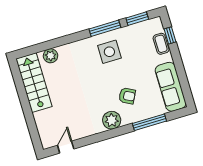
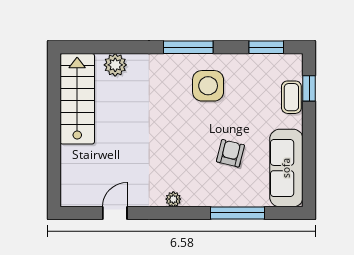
window: (105, 28) -> (188, 47), moved
armchair: (127, 96) -> (230, 153), moved, turned -103
plant: (112, 120) -> (173, 199), width x0.53, depth x0.53
door: (66, 147) -> (115, 213), moved

